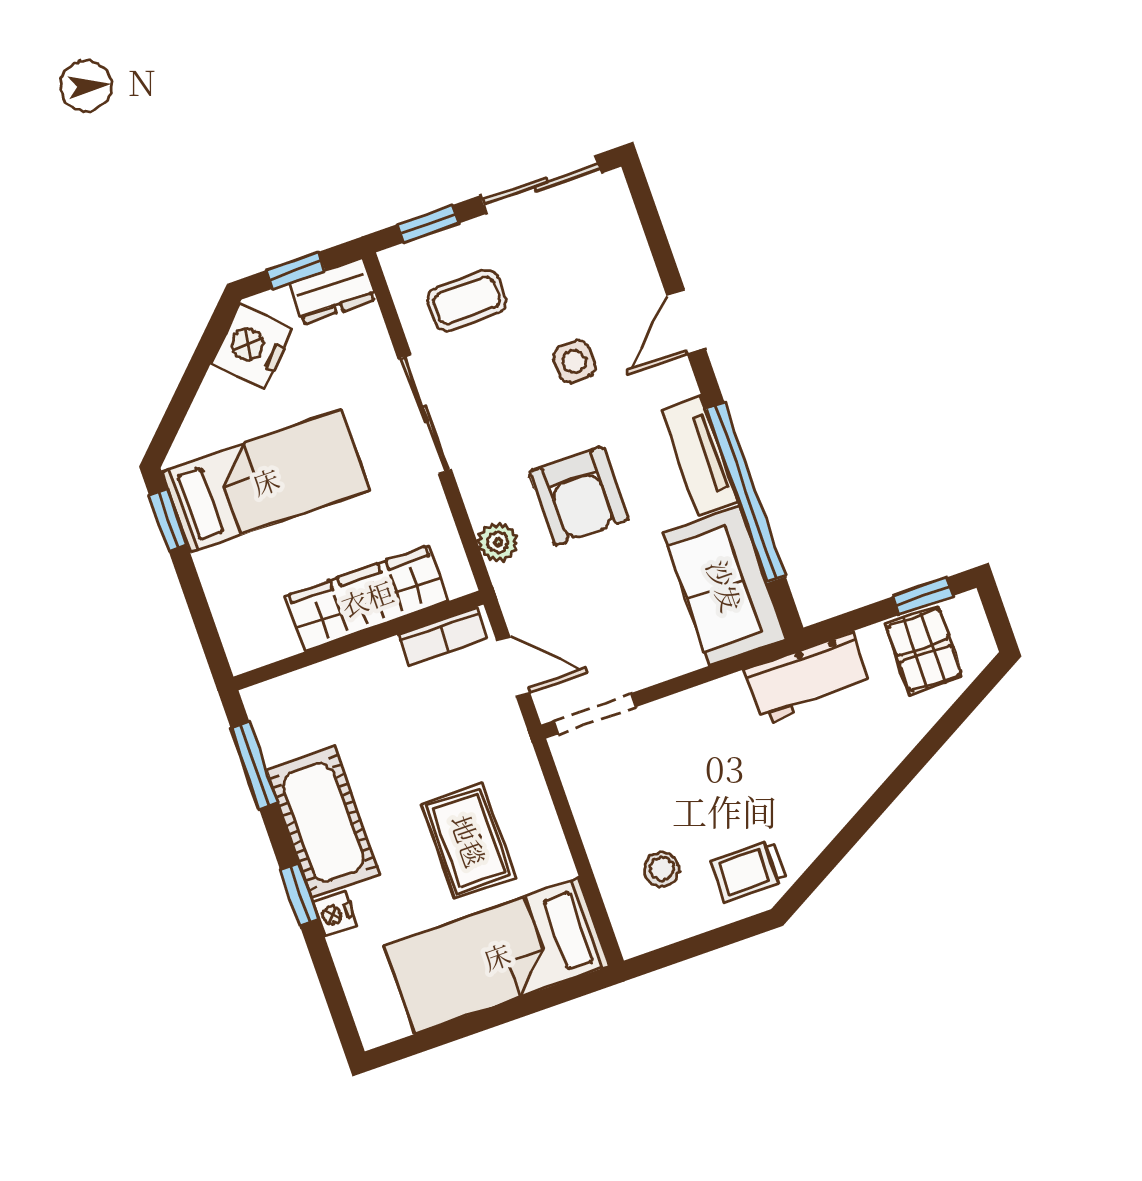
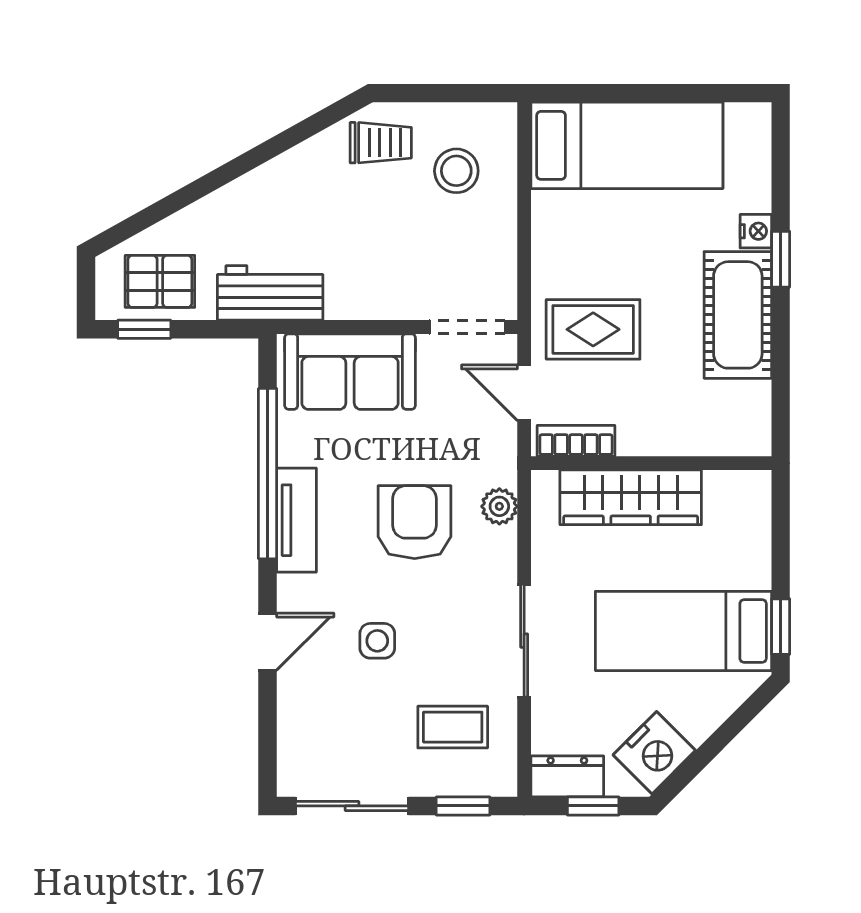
sofa: (725, 586) -> (350, 372), moved, turned 90
pallet: (924, 650) -> (160, 281), turned 90
window: (254, 765) -> (781, 386), removed
rug: (469, 841) -> (593, 329), moved, turned 90
stool: (662, 869) -> (456, 171), width x1.37, depth x1.37

